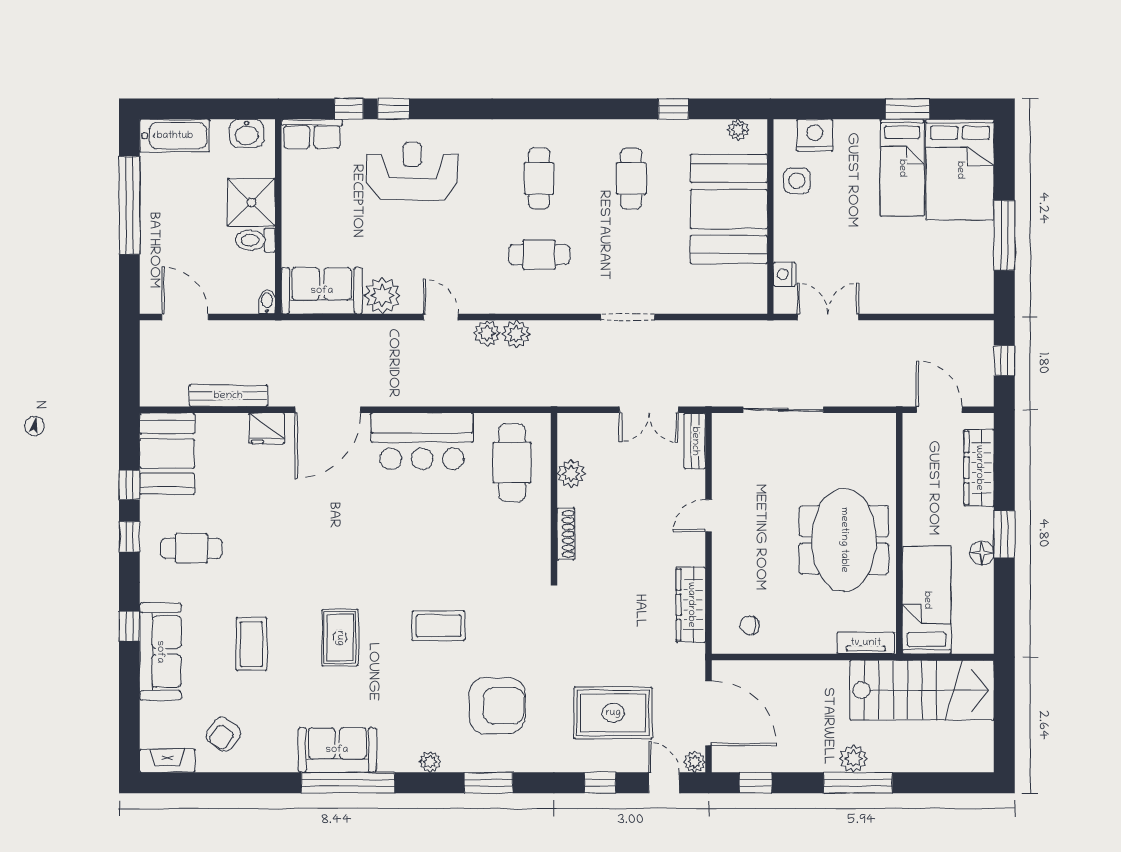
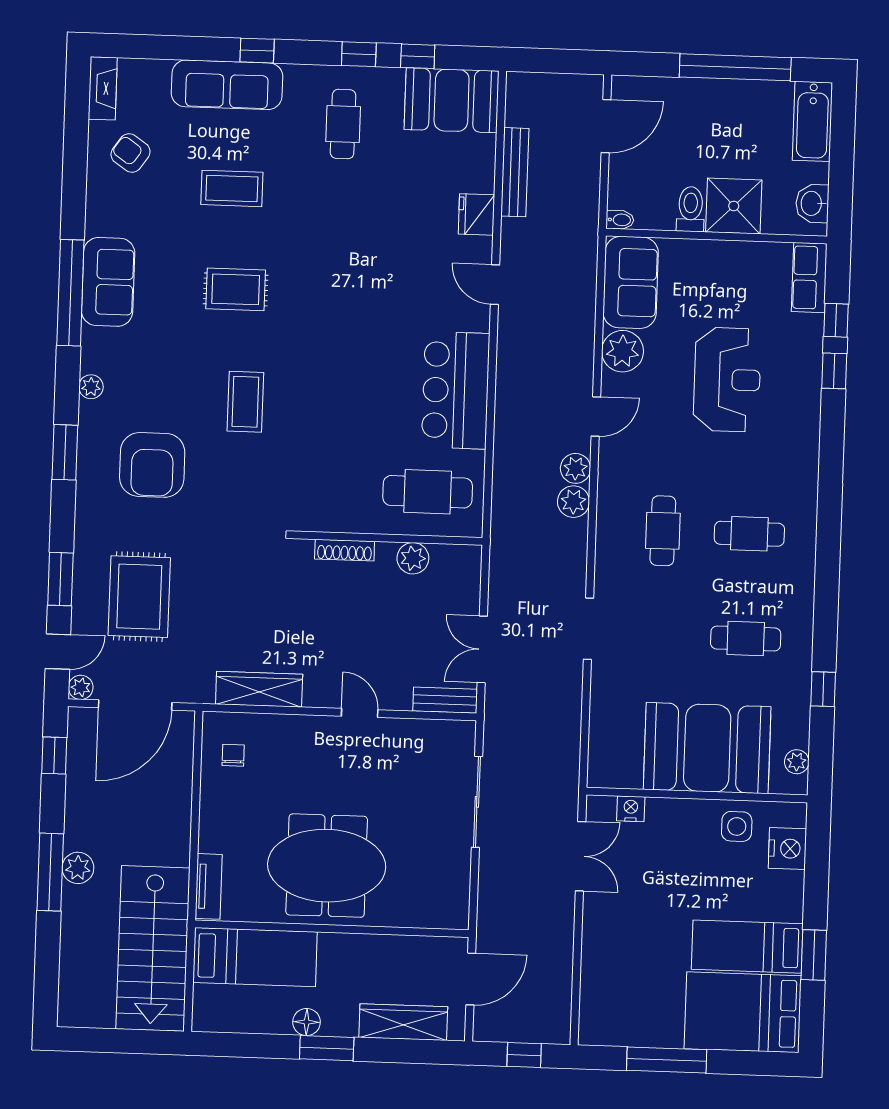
reception desk: (412, 171) -> (727, 380), moved
door: (328, 410) -> (495, 285), width x0.53
window: (600, 783) -> (60, 579), width x1.50

